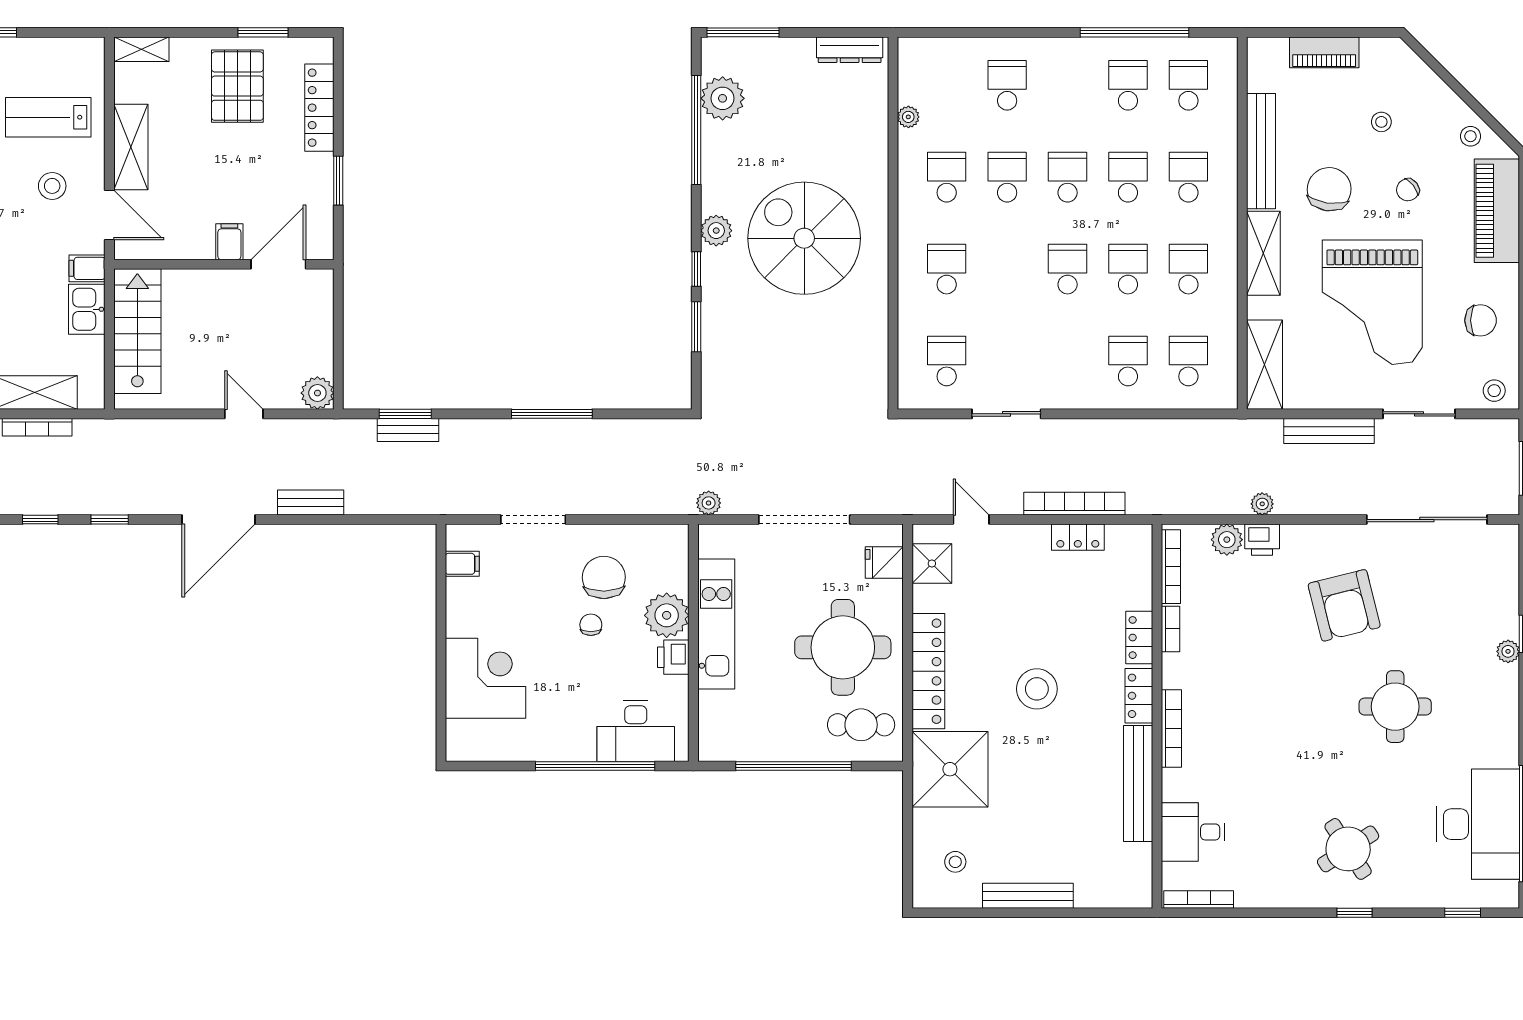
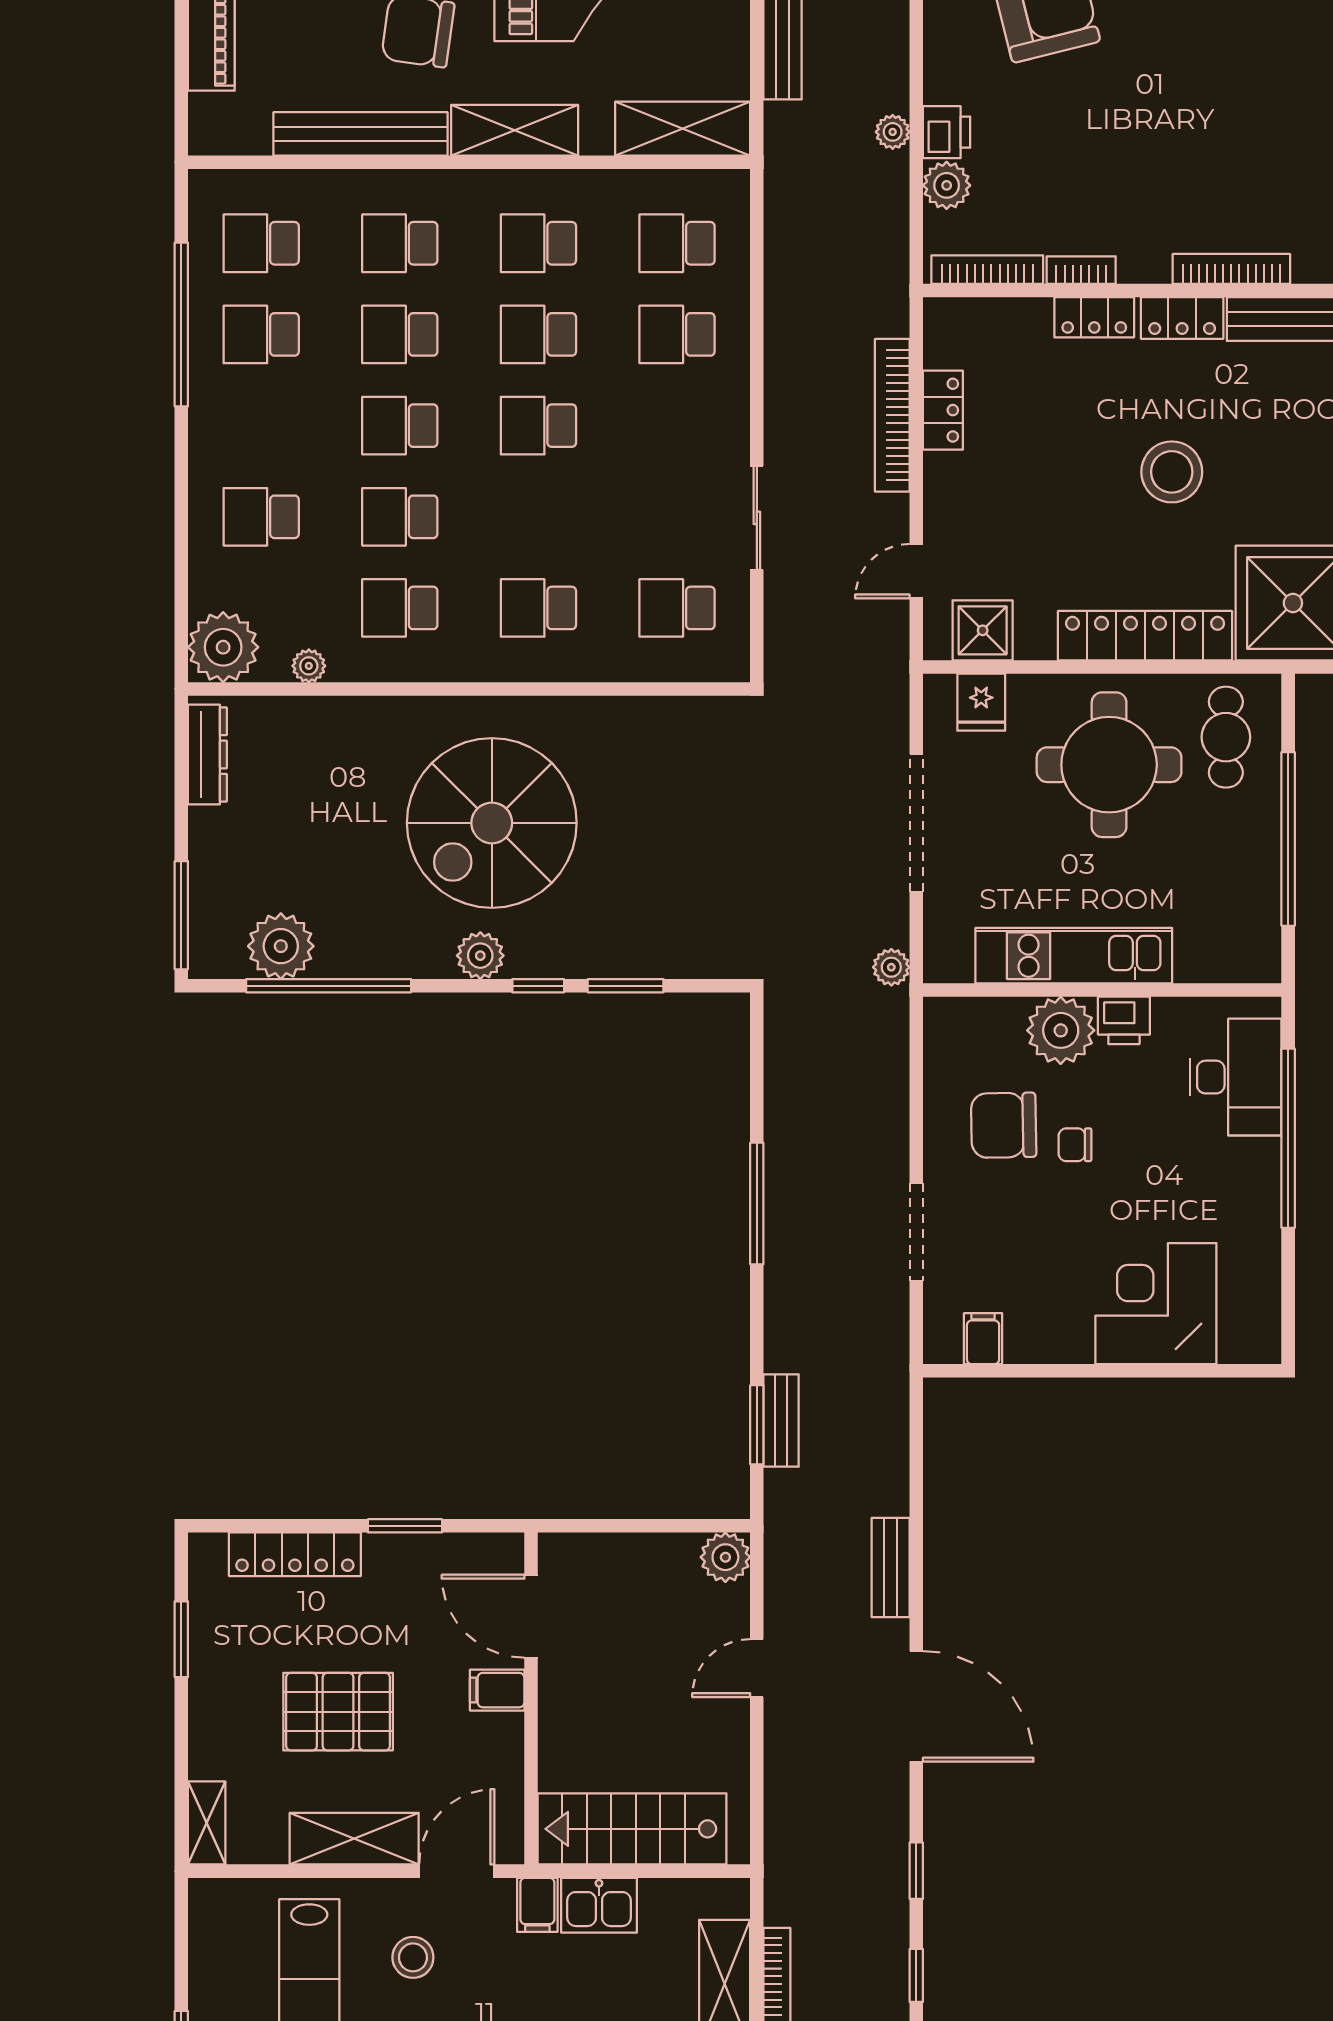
plant: (921, 60) -> (223, 647), added
pallet: (237, 86) -> (338, 1712), moved

